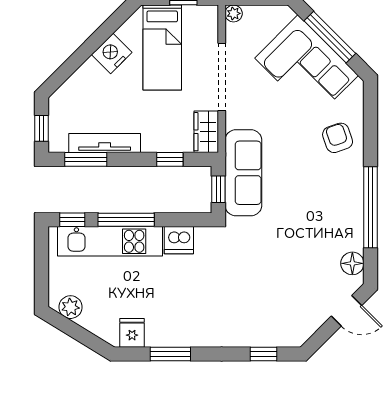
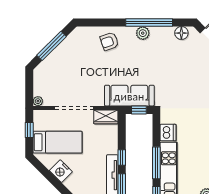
corner sofa: (307, 67) -> (68, 59), removed
window: (170, 159) -> (122, 157), moved
plant: (352, 196) -> (143, 33), added

